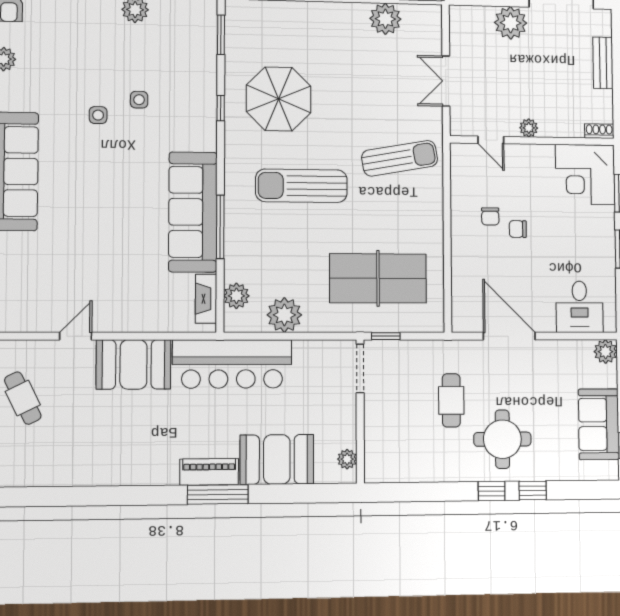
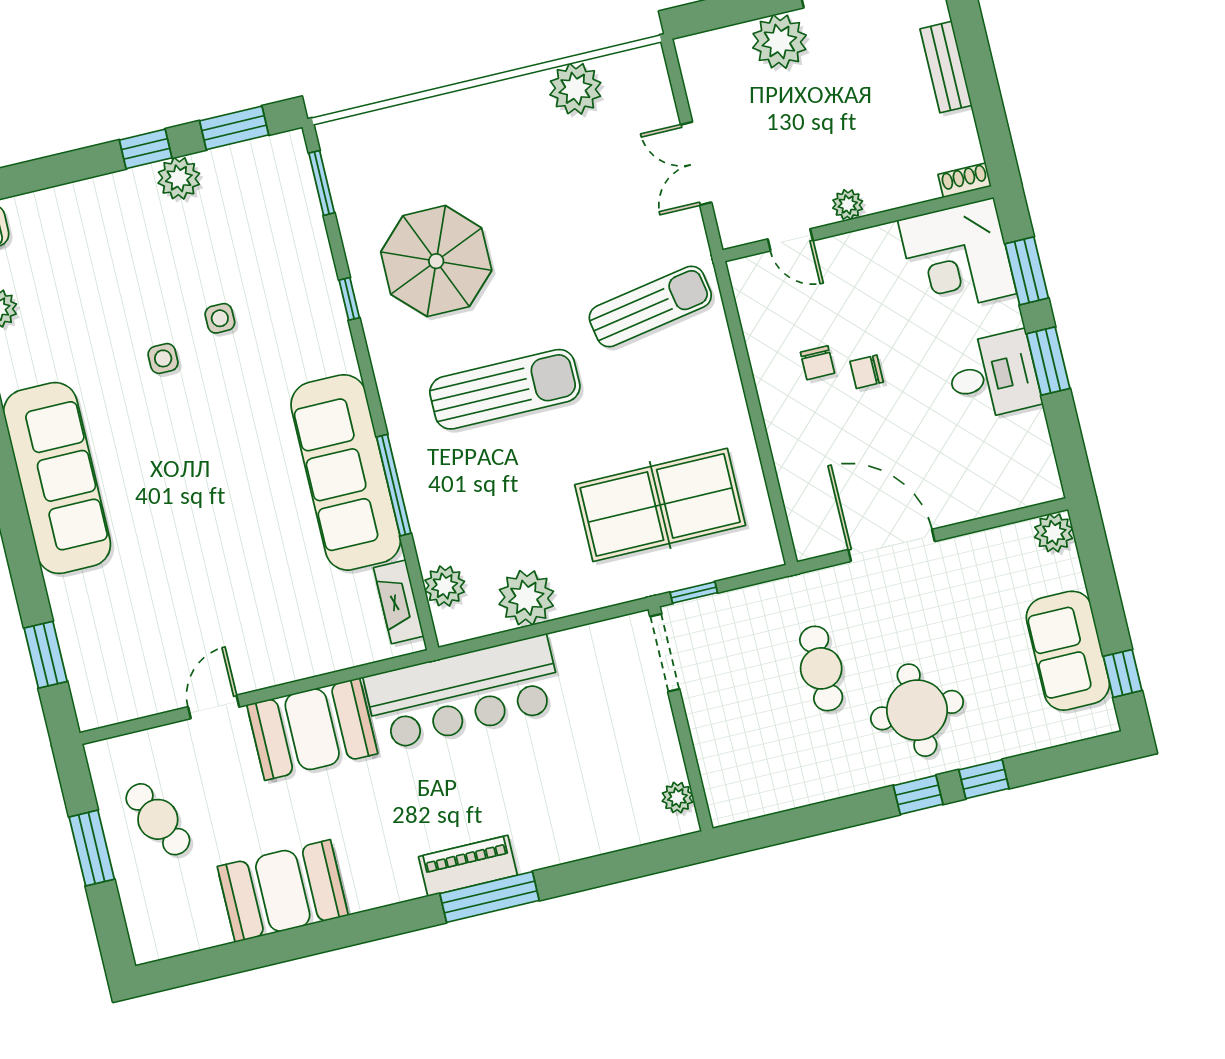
sun lounger: (301, 186) -> (505, 389), turned 180
desk: (579, 307) -> (993, 376), moved, turned -90
booth: (277, 459) -> (283, 891), moved

